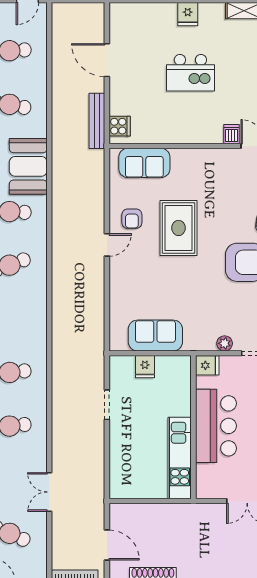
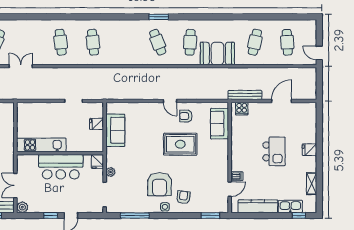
kitchen island: (190, 73) -> (274, 151), turned 180

